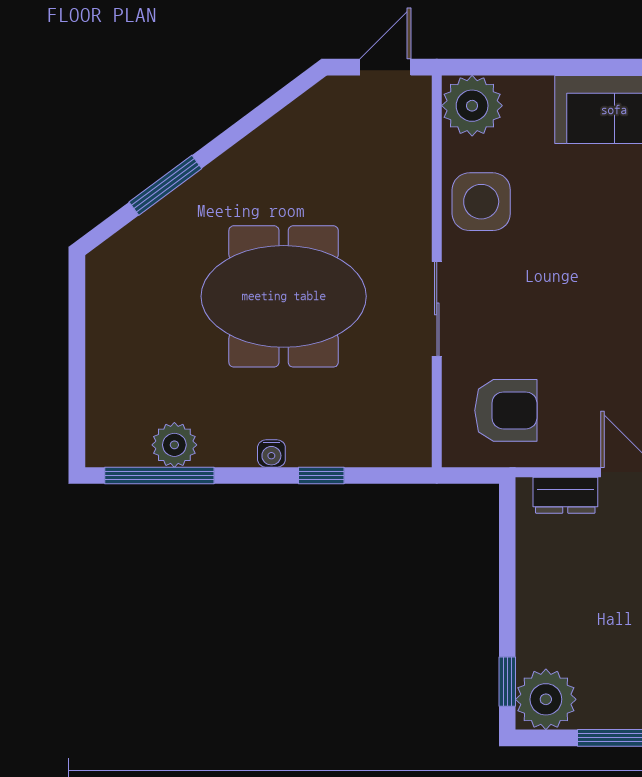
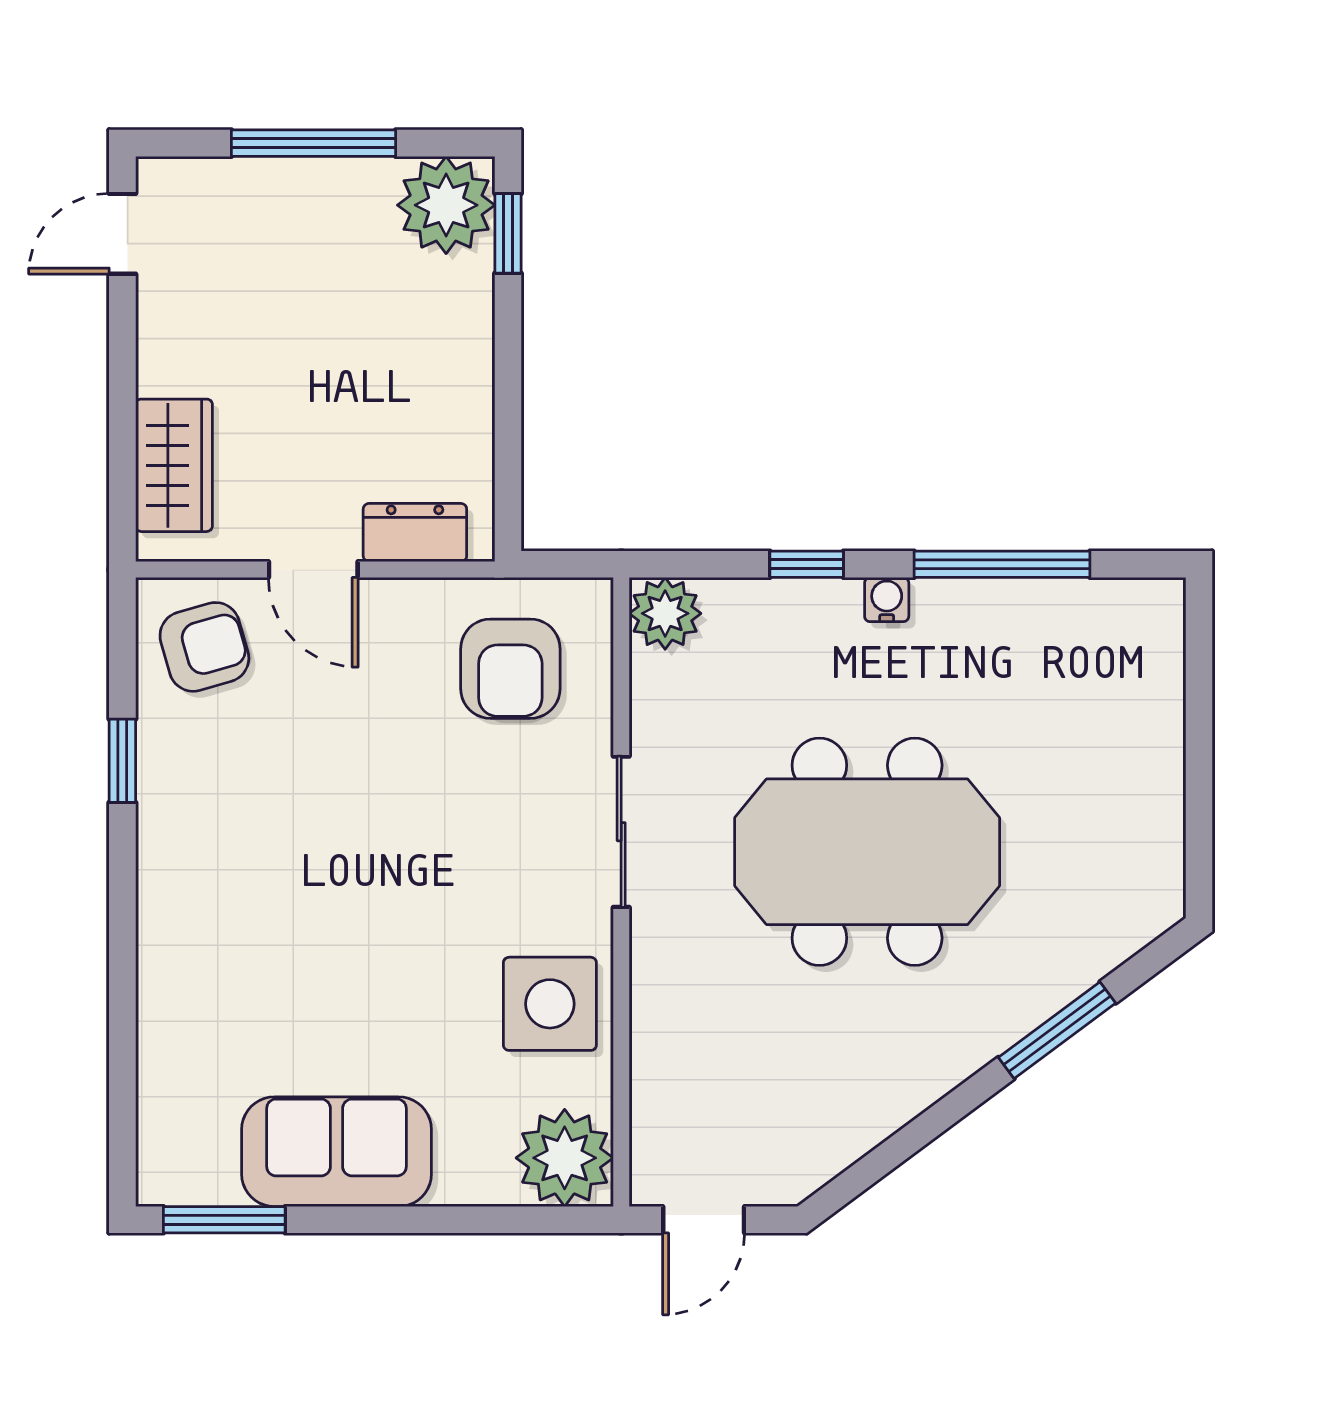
armchair: (506, 410) -> (510, 669), turned -90
plant: (174, 445) -> (665, 613), moved
window: (159, 475) -> (1002, 564), moved

